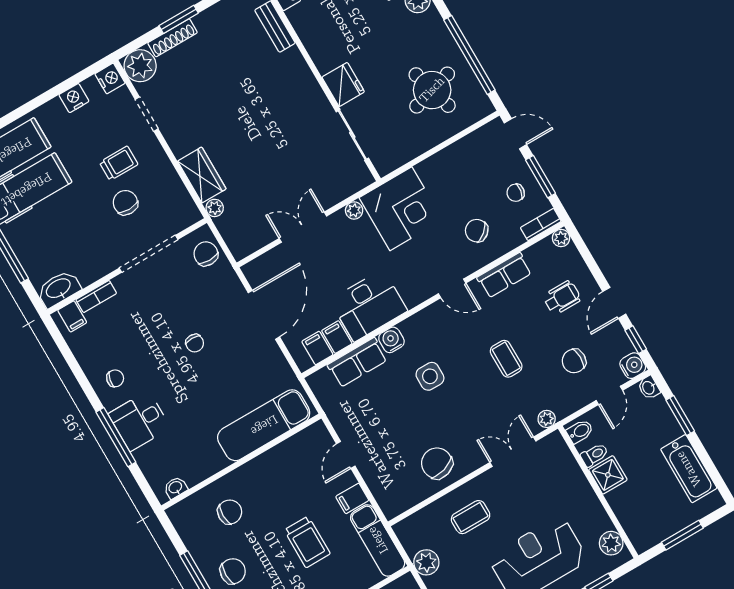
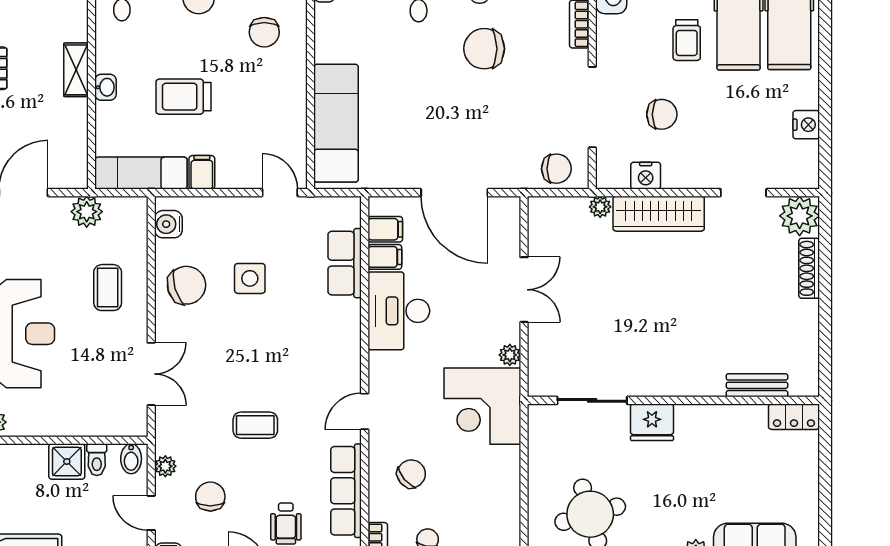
window: (179, 19) -> (825, 286), removed
nightstand: (110, 78) -> (646, 176), moved
trolley: (119, 163) -> (687, 40), moved
wardrobe: (202, 175) -> (659, 214), width x1.50
row of seats: (504, 275) -> (346, 491), width x1.48
water cooler: (391, 340) -> (168, 224), moved, turned 180
chair: (195, 343) -> (484, 49), moved, width x1.87, depth x1.87
side table: (430, 376) -> (250, 278), moved
plant: (547, 419) -> (165, 466), moved
door: (346, 455) -> (280, 193), moved

